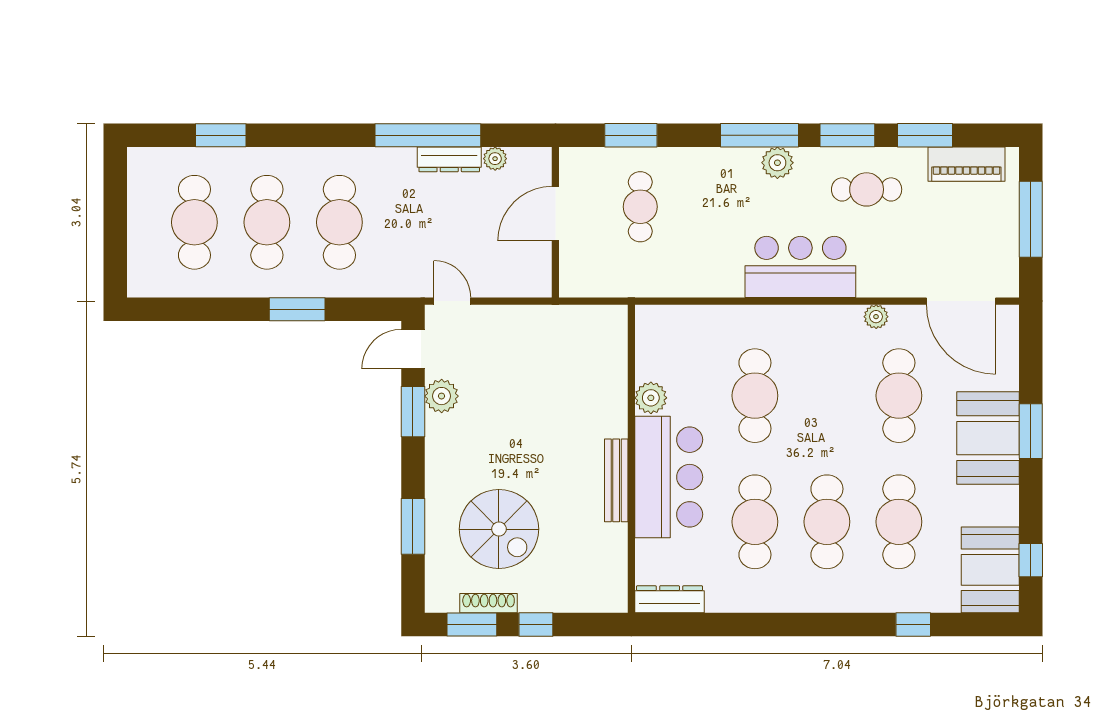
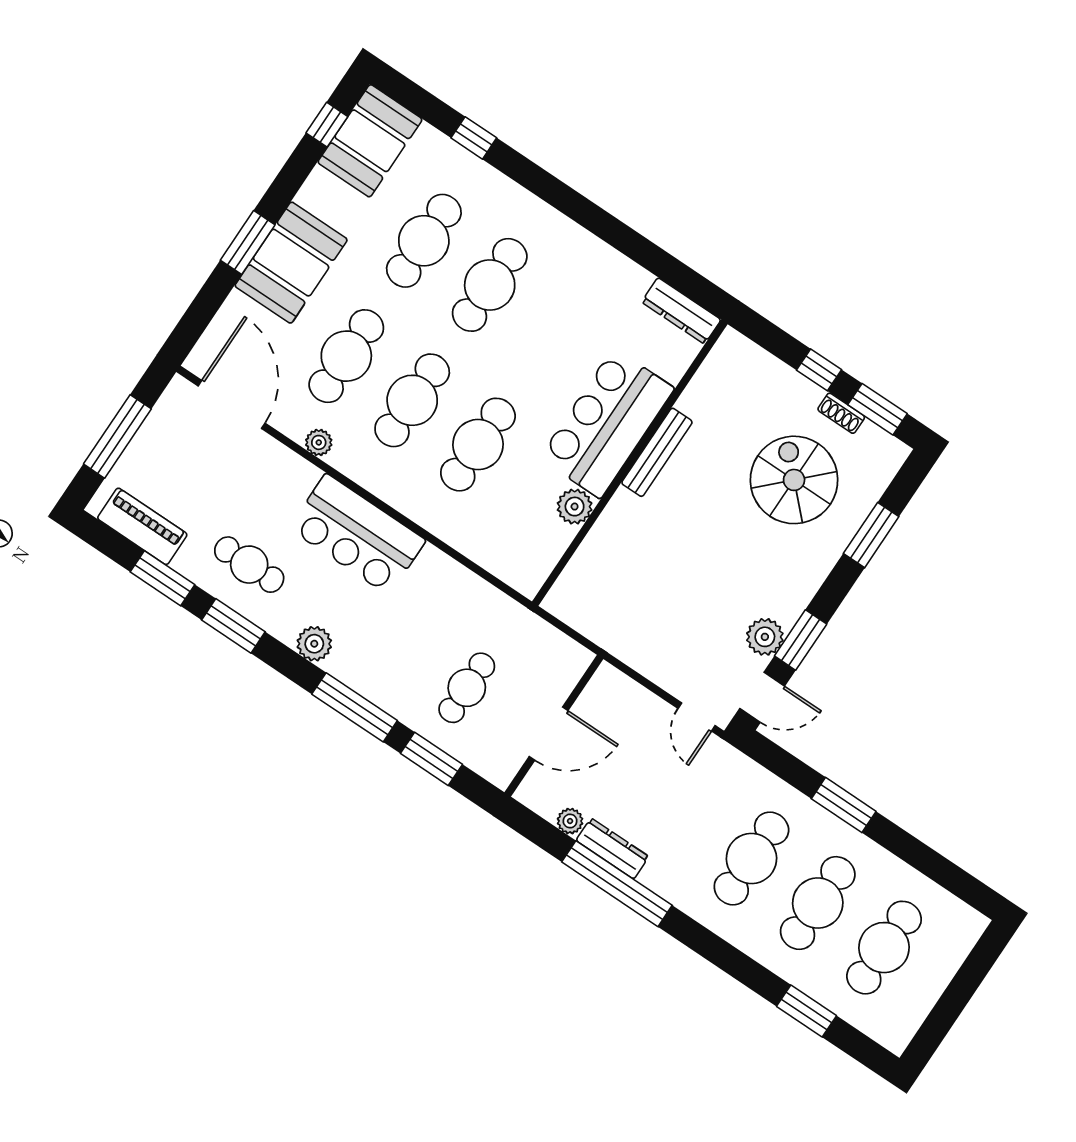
window: (760, 135) -> (355, 707), moved
cafe table: (755, 522) -> (412, 400), moved
shoe rack: (489, 603) -> (841, 413), width x0.70

